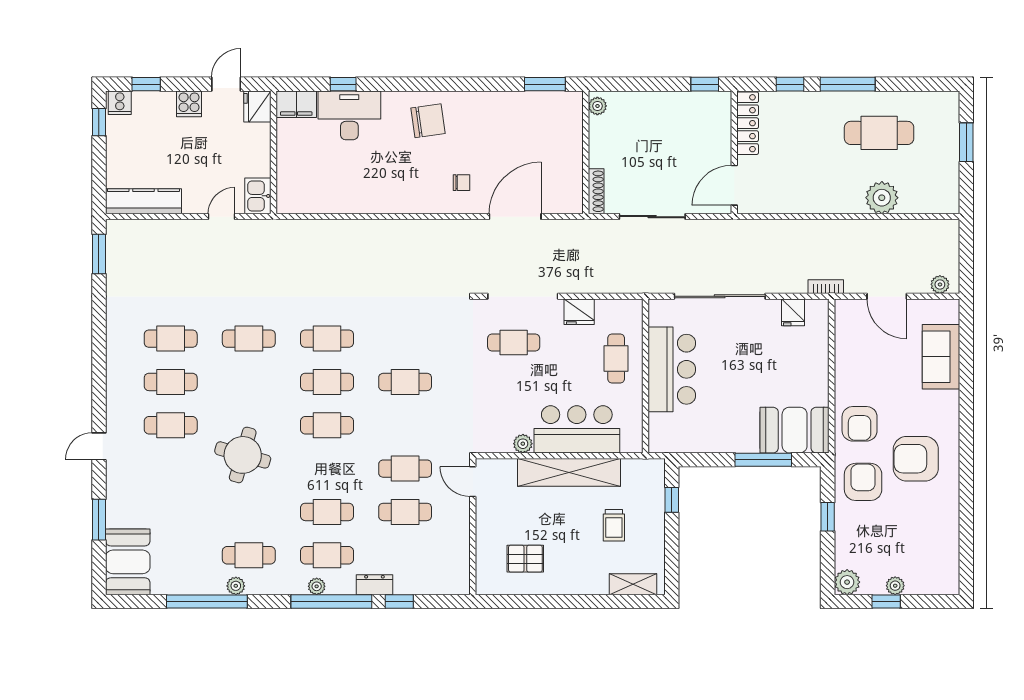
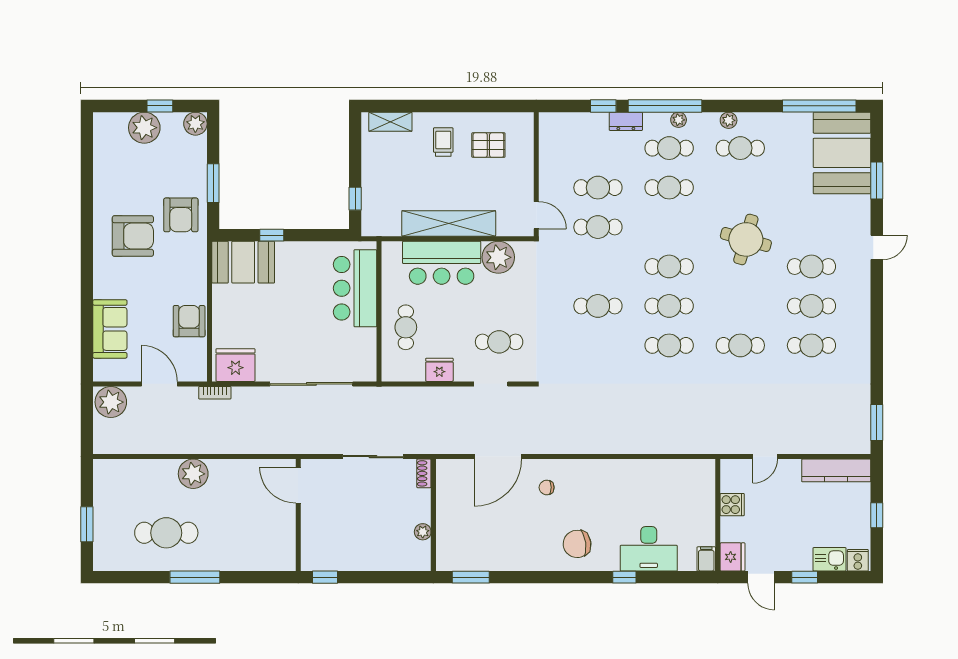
window: (146, 84) -> (805, 577), moved
door: (226, 84) -> (761, 577), hinge flipped
window: (343, 84) -> (624, 577), moved
window: (790, 84) -> (247, 577), removed
cooker: (189, 104) -> (732, 505), moved, turned 90
filing cabinet: (296, 104) -> (706, 559), width x0.50
plant: (597, 106) -> (423, 532), moved
window: (99, 122) -> (877, 515), moved
locker: (748, 123) -> (286, 542), removed
door: (734, 185) -> (298, 485), swing flipped
shoe rack: (596, 191) -> (424, 473), width x0.70
kitchen sink: (258, 196) -> (830, 559), moved, turned -90
plant: (882, 198) -> (193, 474), moved
plant: (940, 284) -> (111, 402), width x1.88, depth x1.88
doorway: (523, 296) -> (491, 384), width x0.53
fridge: (793, 312) -> (235, 365), width x1.88, depth x1.34
bar counter: (672, 369) -> (355, 288), moved
armchair: (860, 424) -> (189, 321), moved
plant: (523, 444) -> (498, 257), width x1.87, depth x1.87
window: (763, 460) -> (272, 235), width x0.46
window: (828, 517) -> (213, 183), width x1.50
trolley: (614, 525) -> (443, 142), moved
booth: (128, 562) -> (842, 153), width x1.36, depth x1.42
plant: (236, 586) -> (729, 120), moved
plant: (895, 586) -> (144, 128), width x1.88, depth x1.88
window: (207, 602) -> (819, 106), moved

